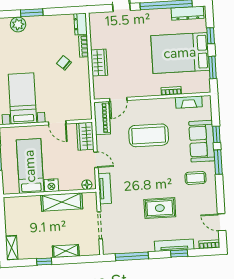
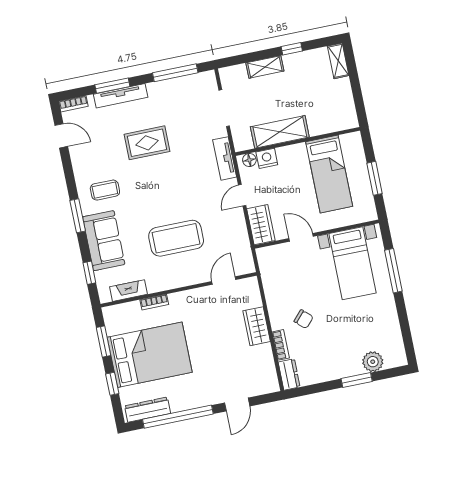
piano: (102, 118) -> (242, 252), removed
window: (216, 134) -> (89, 273), moved
door: (96, 160) -> (242, 195), hinge flipped
nightstand: (51, 185) -> (267, 158), moved
window: (179, 253) -> (112, 86), width x1.50

